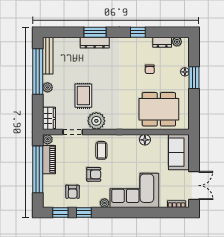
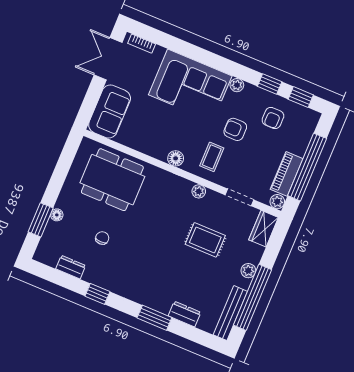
plant: (177, 42) -> (51, 259), removed
dresser: (95, 43) -> (185, 314), moved, width x0.70
window: (194, 78) -> (41, 220), moved
rug: (83, 96) -> (205, 240), turned 90
plant: (96, 121) -> (199, 191), width x0.53, depth x0.53
floor lamp: (145, 140) -> (176, 158), moved
armchair: (73, 192) -> (273, 118), turned 180

